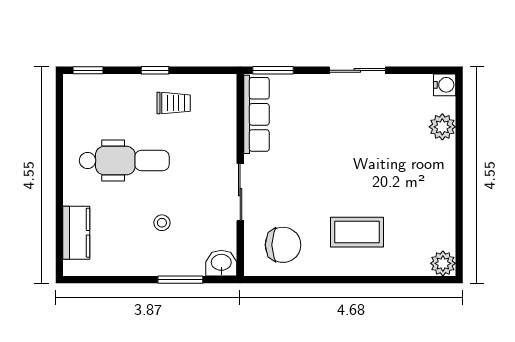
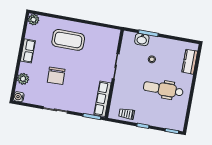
trolley: (174, 103) -> (127, 114), moved
row of seats: (443, 191) -> (28, 51), added
coffee table: (357, 232) -> (68, 40), width x1.36, depth x1.32
chair: (283, 245) -> (56, 76), moved, turned -92
washbasin: (221, 263) -> (142, 39), moved

